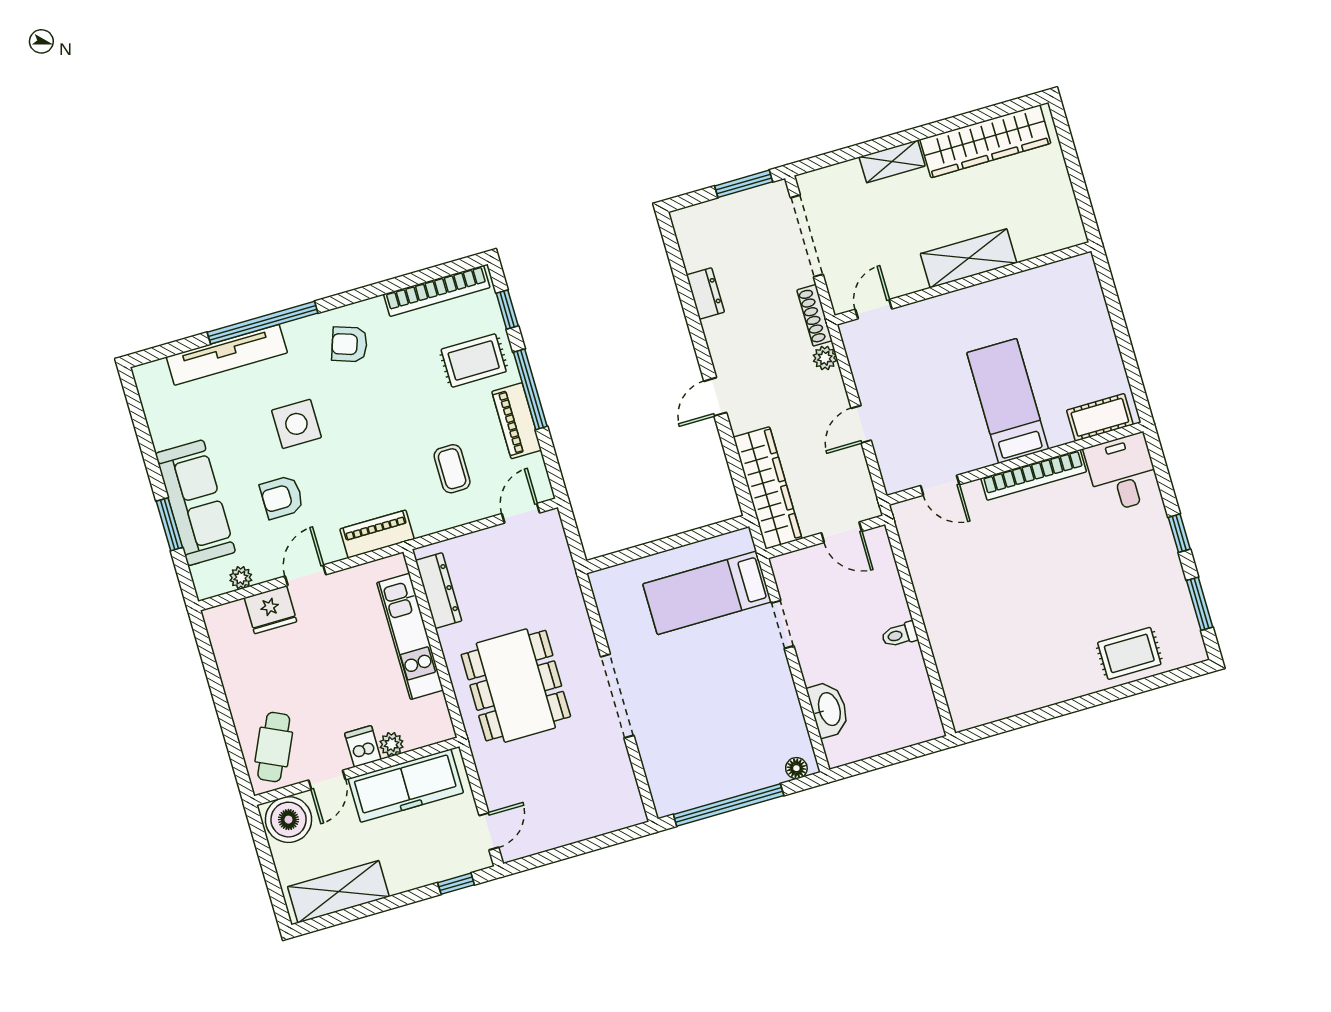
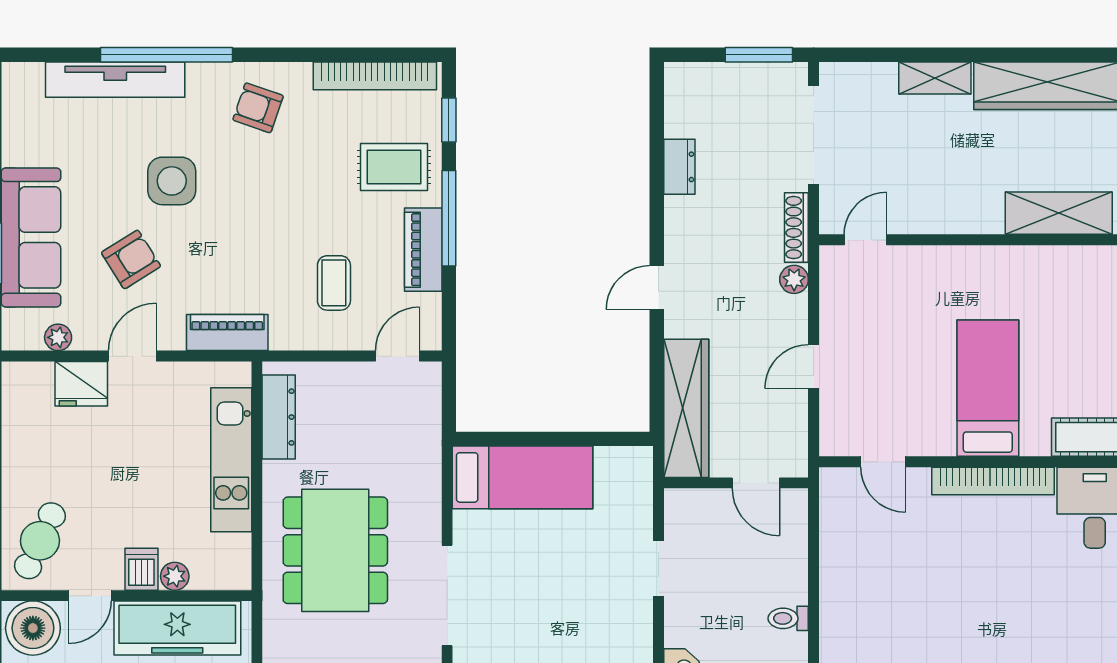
shelving: (969, 258) -> (1059, 213), moved
armchair: (282, 497) -> (131, 259), turned 148
bed: (707, 593) -> (522, 477), moved, turned 180

